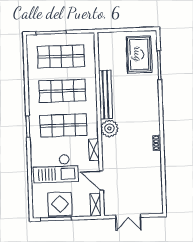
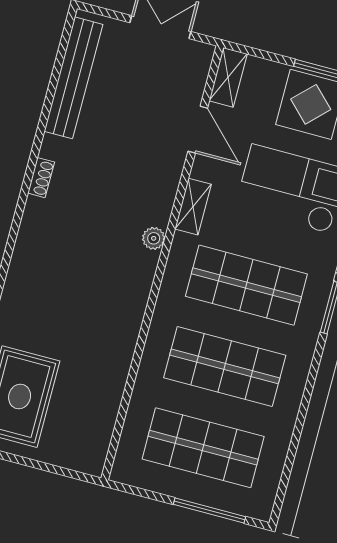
bench: (106, 95) -> (73, 78), moved
plant: (109, 128) -> (154, 238), width x0.53, depth x0.53

